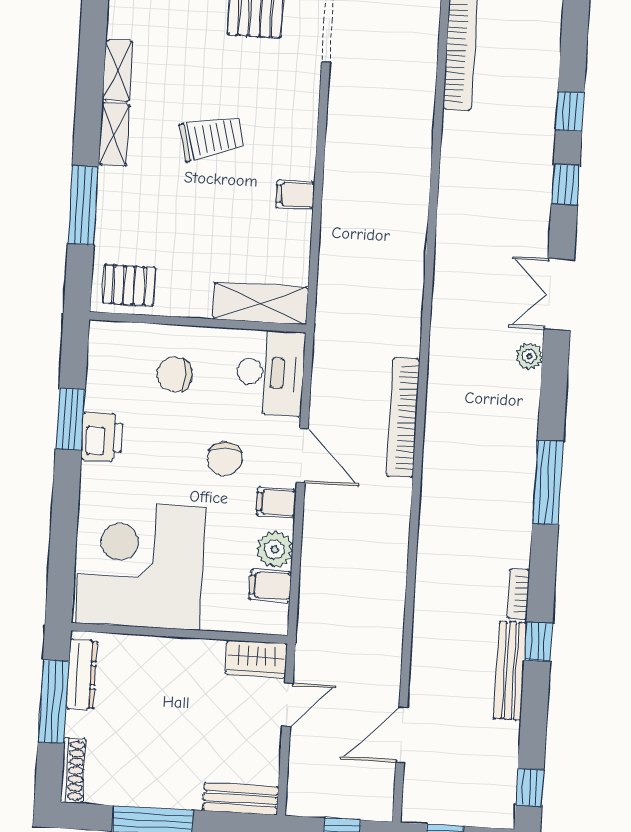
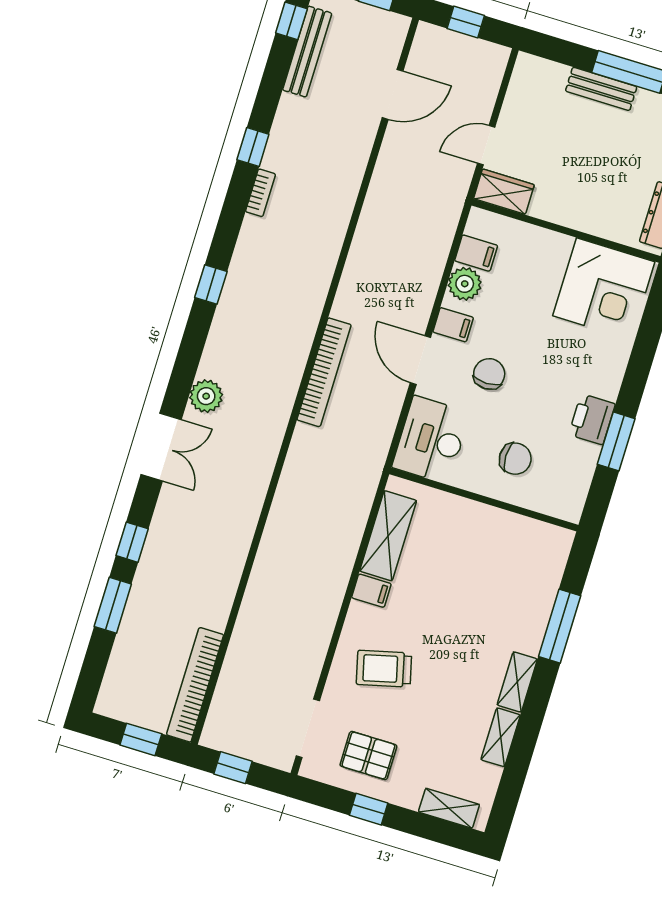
window: (570, 111) -> (113, 605), width x1.50
trolley: (212, 138) -> (384, 669), moved
pallet: (129, 285) -> (536, 546), removed
shelving: (261, 303) -> (388, 536), moved, turned 90
plant: (529, 356) -> (206, 396), width x1.38, depth x1.38
window: (548, 483) -> (211, 285), width x0.46
corner desk: (141, 565) -> (604, 289), width x0.74, depth x0.74
bench: (510, 671) -> (307, 52), moved
bench: (241, 799) -> (601, 89), moved

